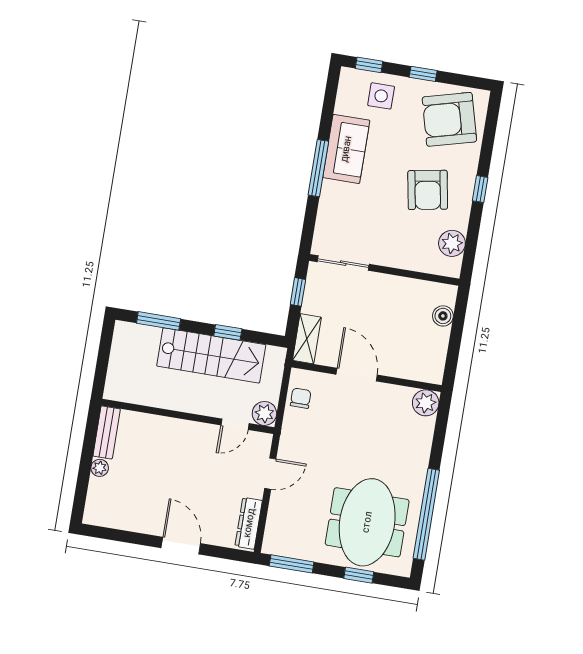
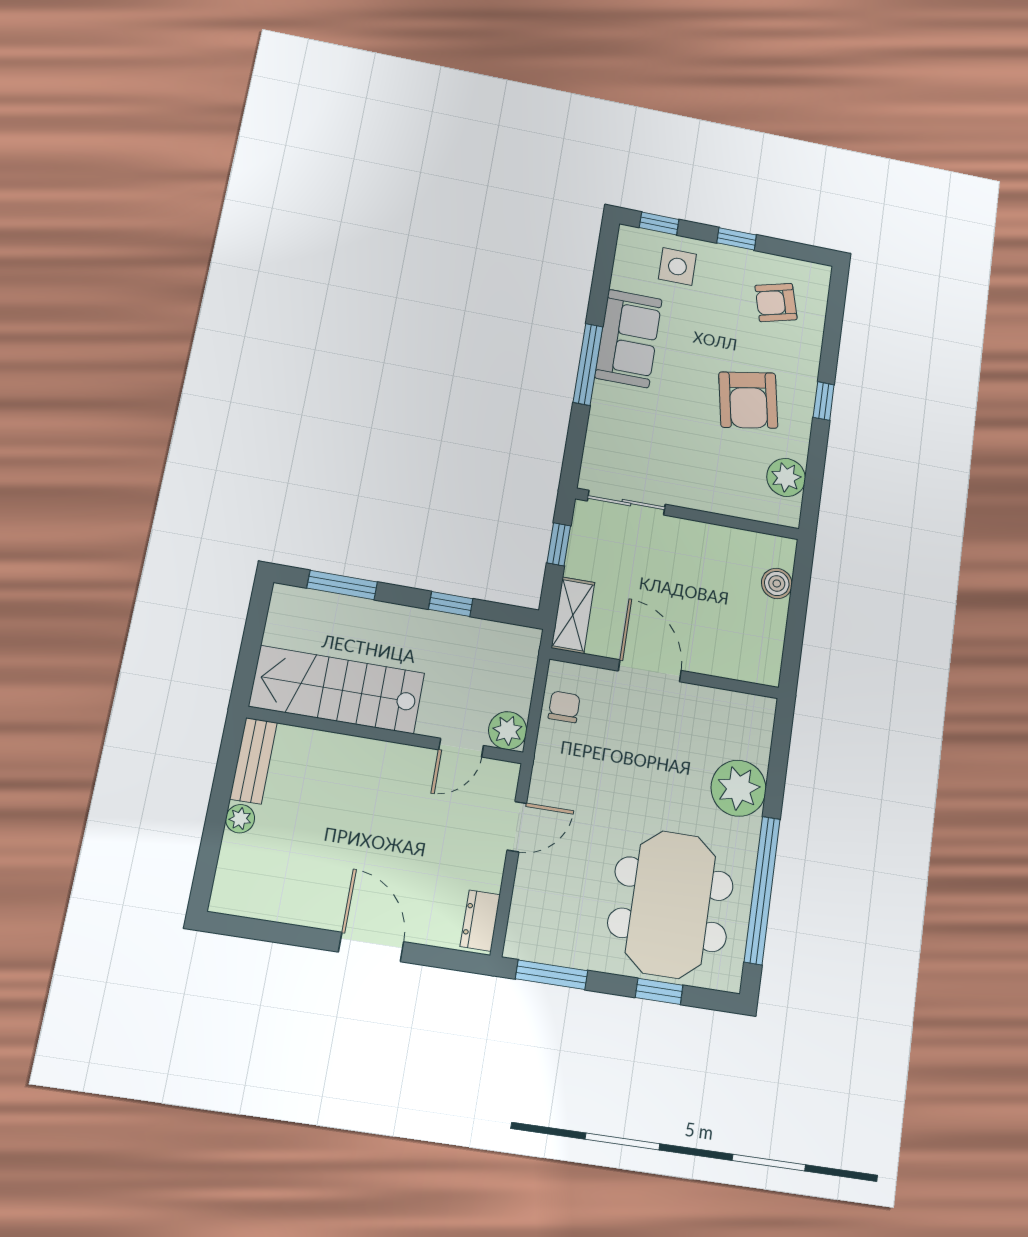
armchair: (449, 119) -> (776, 303), width x0.53, depth x0.53
stairs: (211, 355) -> (337, 690), moved, turned 180
plant: (426, 403) -> (739, 788), moved, width x1.36, depth x1.36
dresser: (249, 523) -> (480, 921), width x0.70

